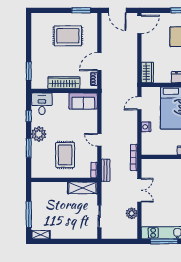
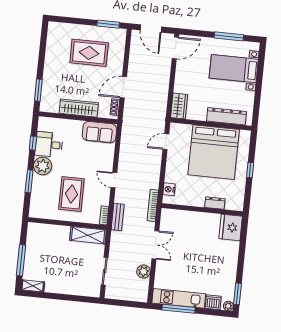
desk: (42, 104) -> (49, 145), moved, turned -90
nightstand: (146, 127) -> (169, 189), moved

